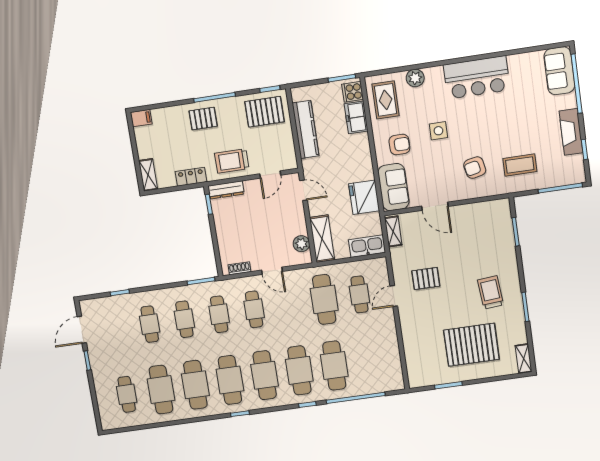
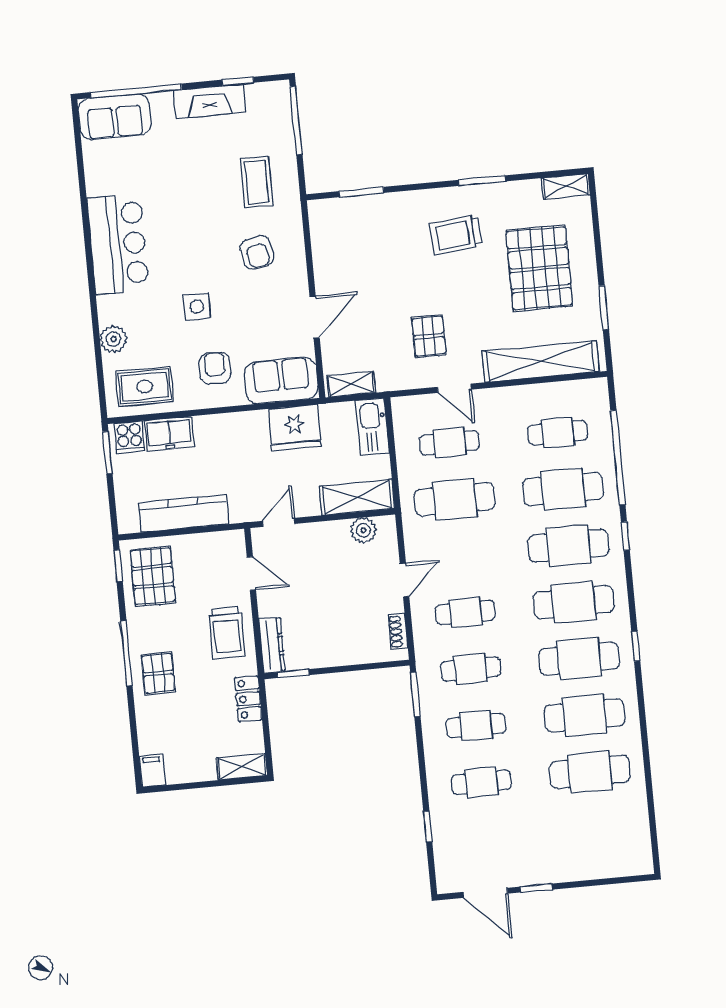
shelving: (413, 348) -> (541, 361), added
cafe table: (127, 394) -> (558, 433), moved

